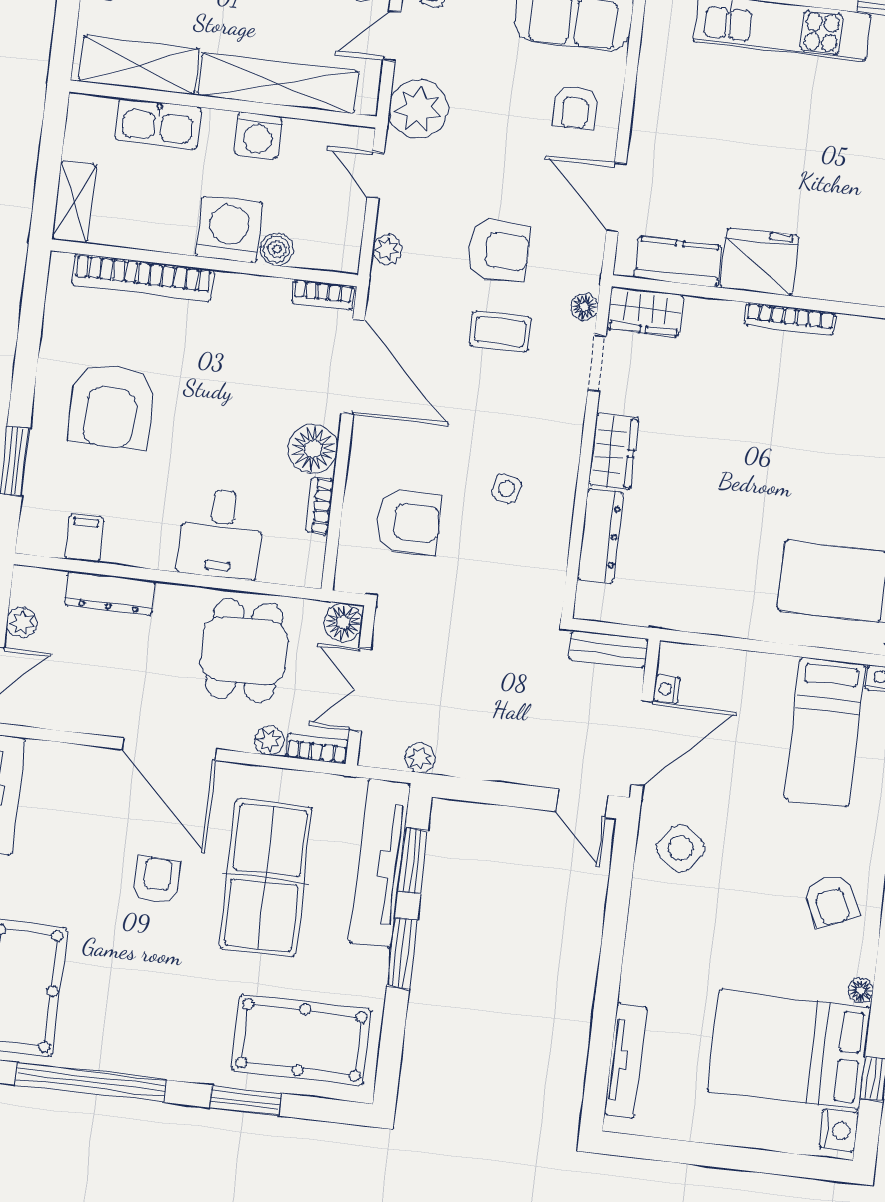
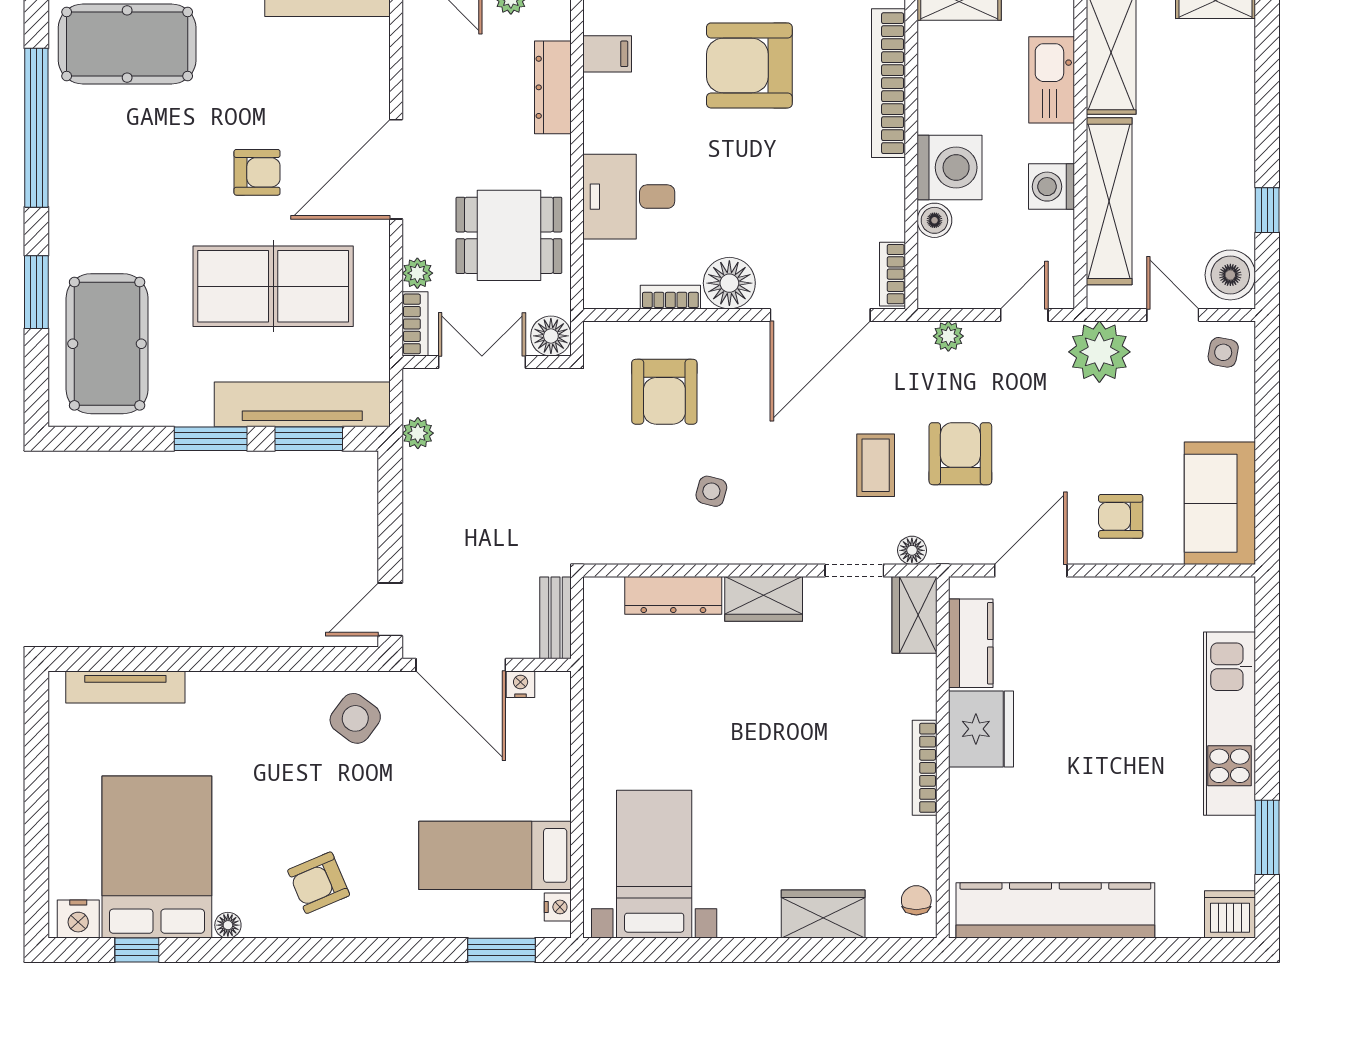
armchair: (499, 251) -> (960, 454), turned 180

